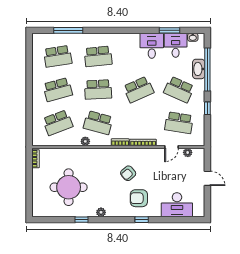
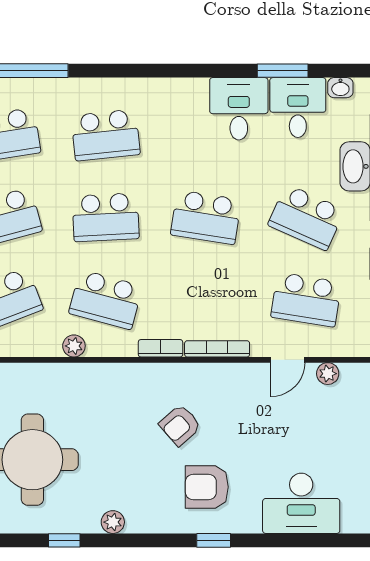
school desk: (139, 90) -> (206, 217), turned 33

